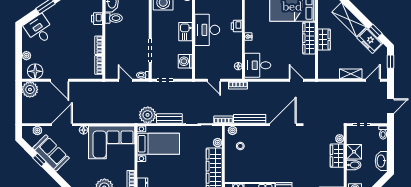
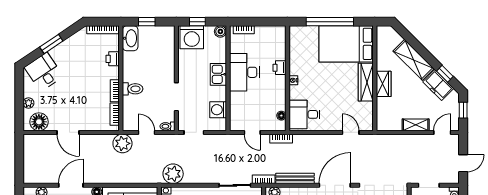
toilet: (114, 18) -> (133, 89), moved
plant: (30, 90) -> (122, 143), moved
bench: (169, 118) -> (199, 178), removed

